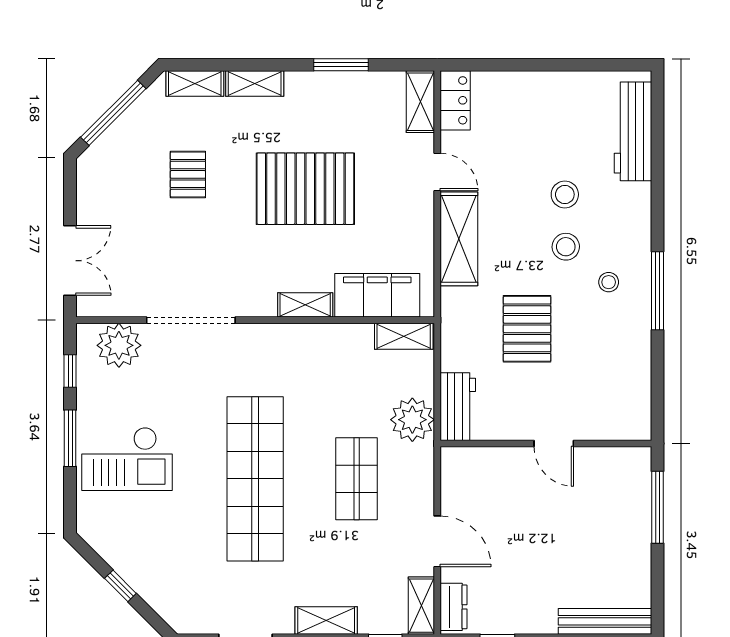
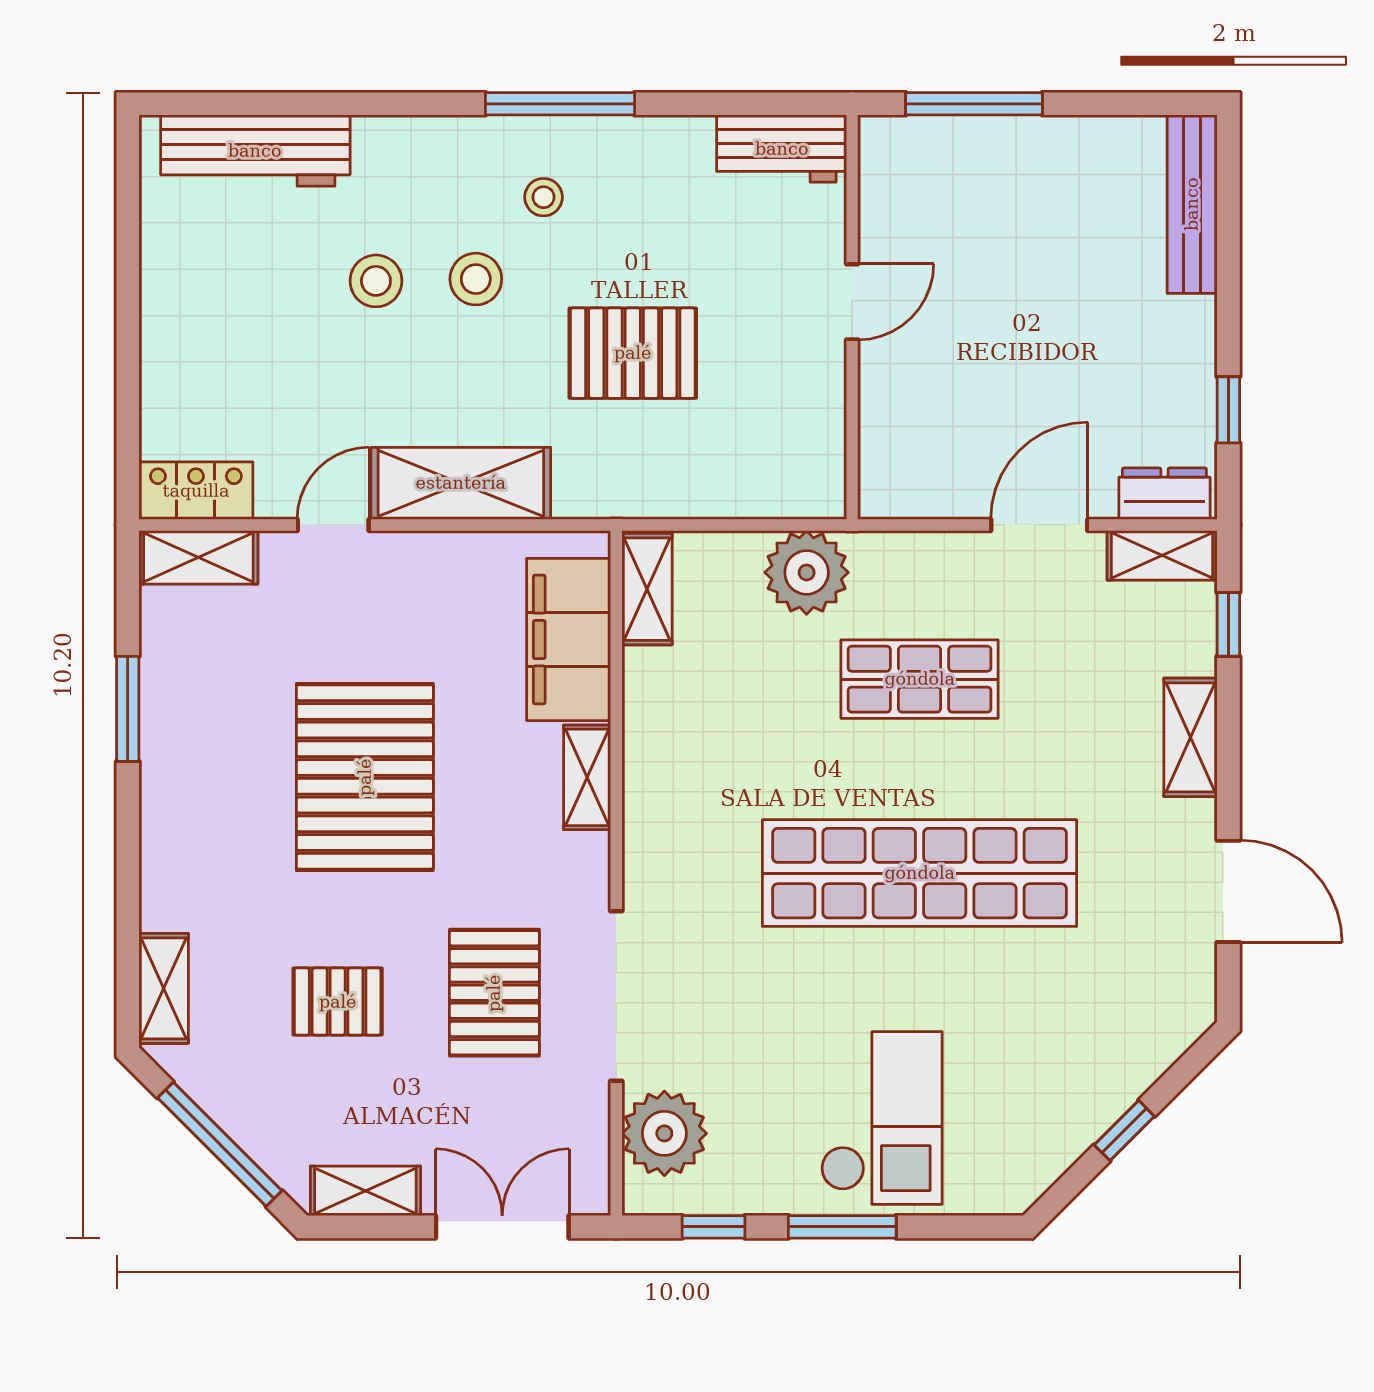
shelving: (255, 84) -> (365, 1191), moved, turned 90
pallet: (193, 256) -> (494, 993), added
workbench: (458, 407) -> (782, 149), moved, turned 180

